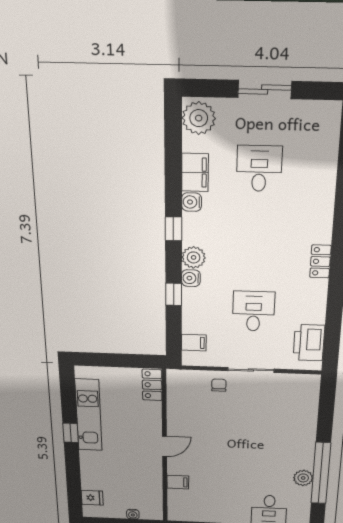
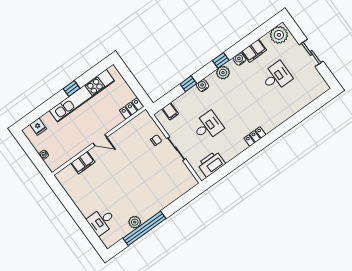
plant: (194, 257) -> (223, 73), moved
kitchen unit: (89, 415) -> (82, 96), width x1.36
filing cabinet: (178, 482) -> (83, 163), width x2.00

